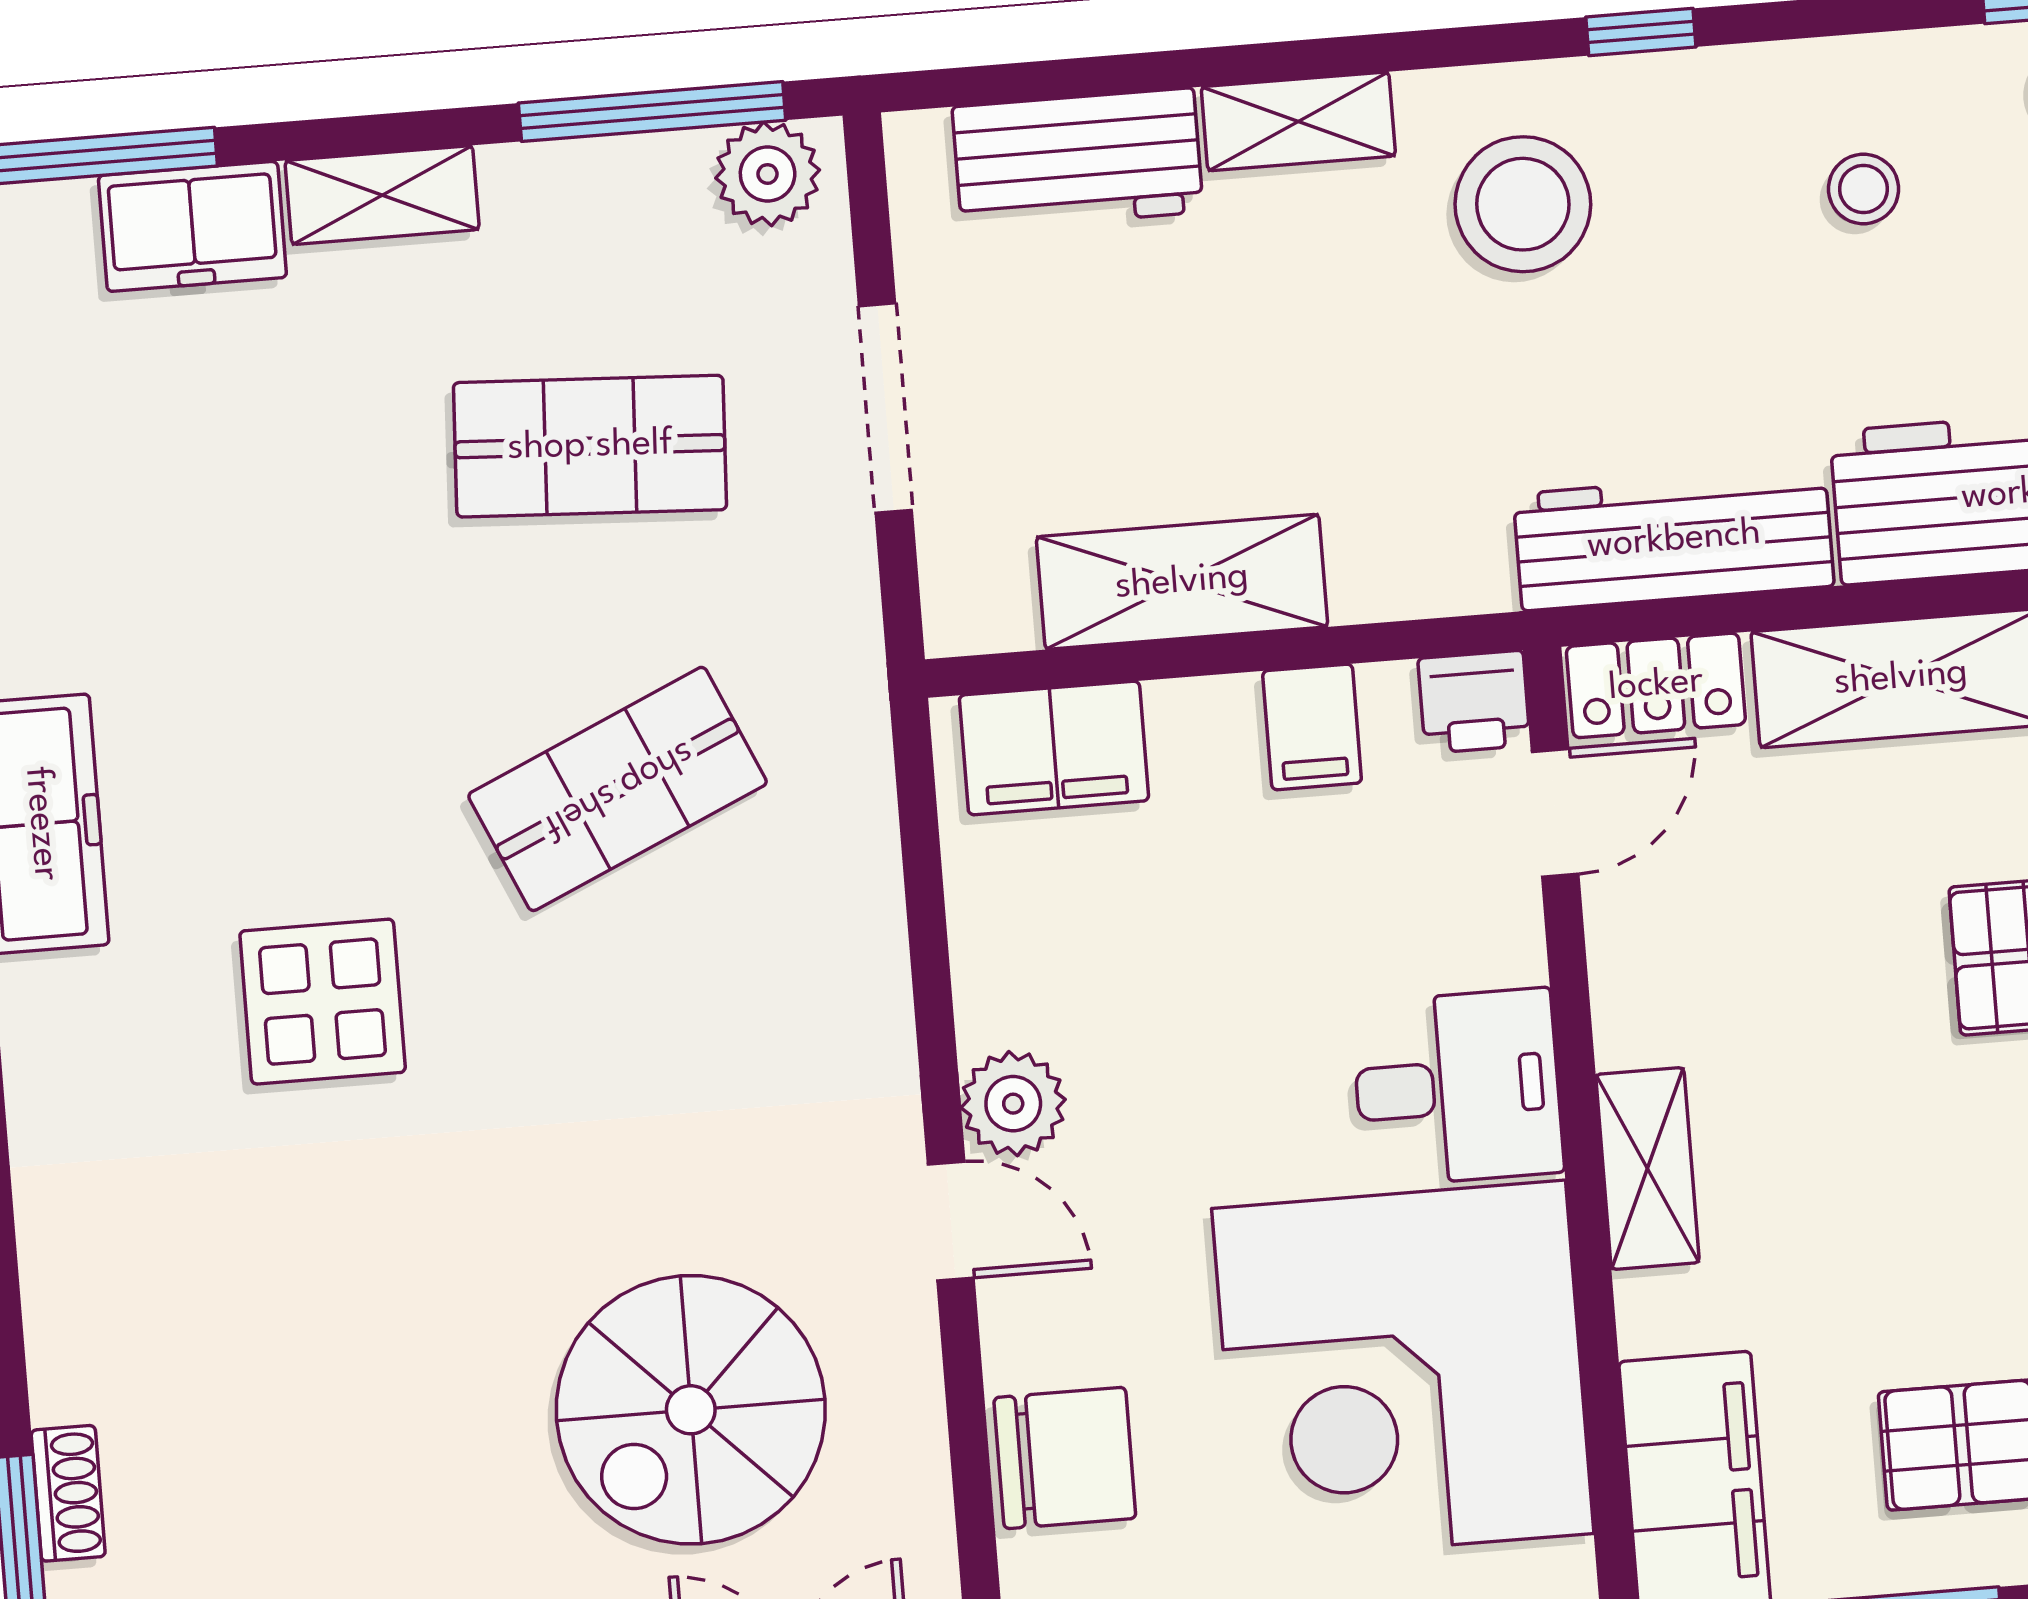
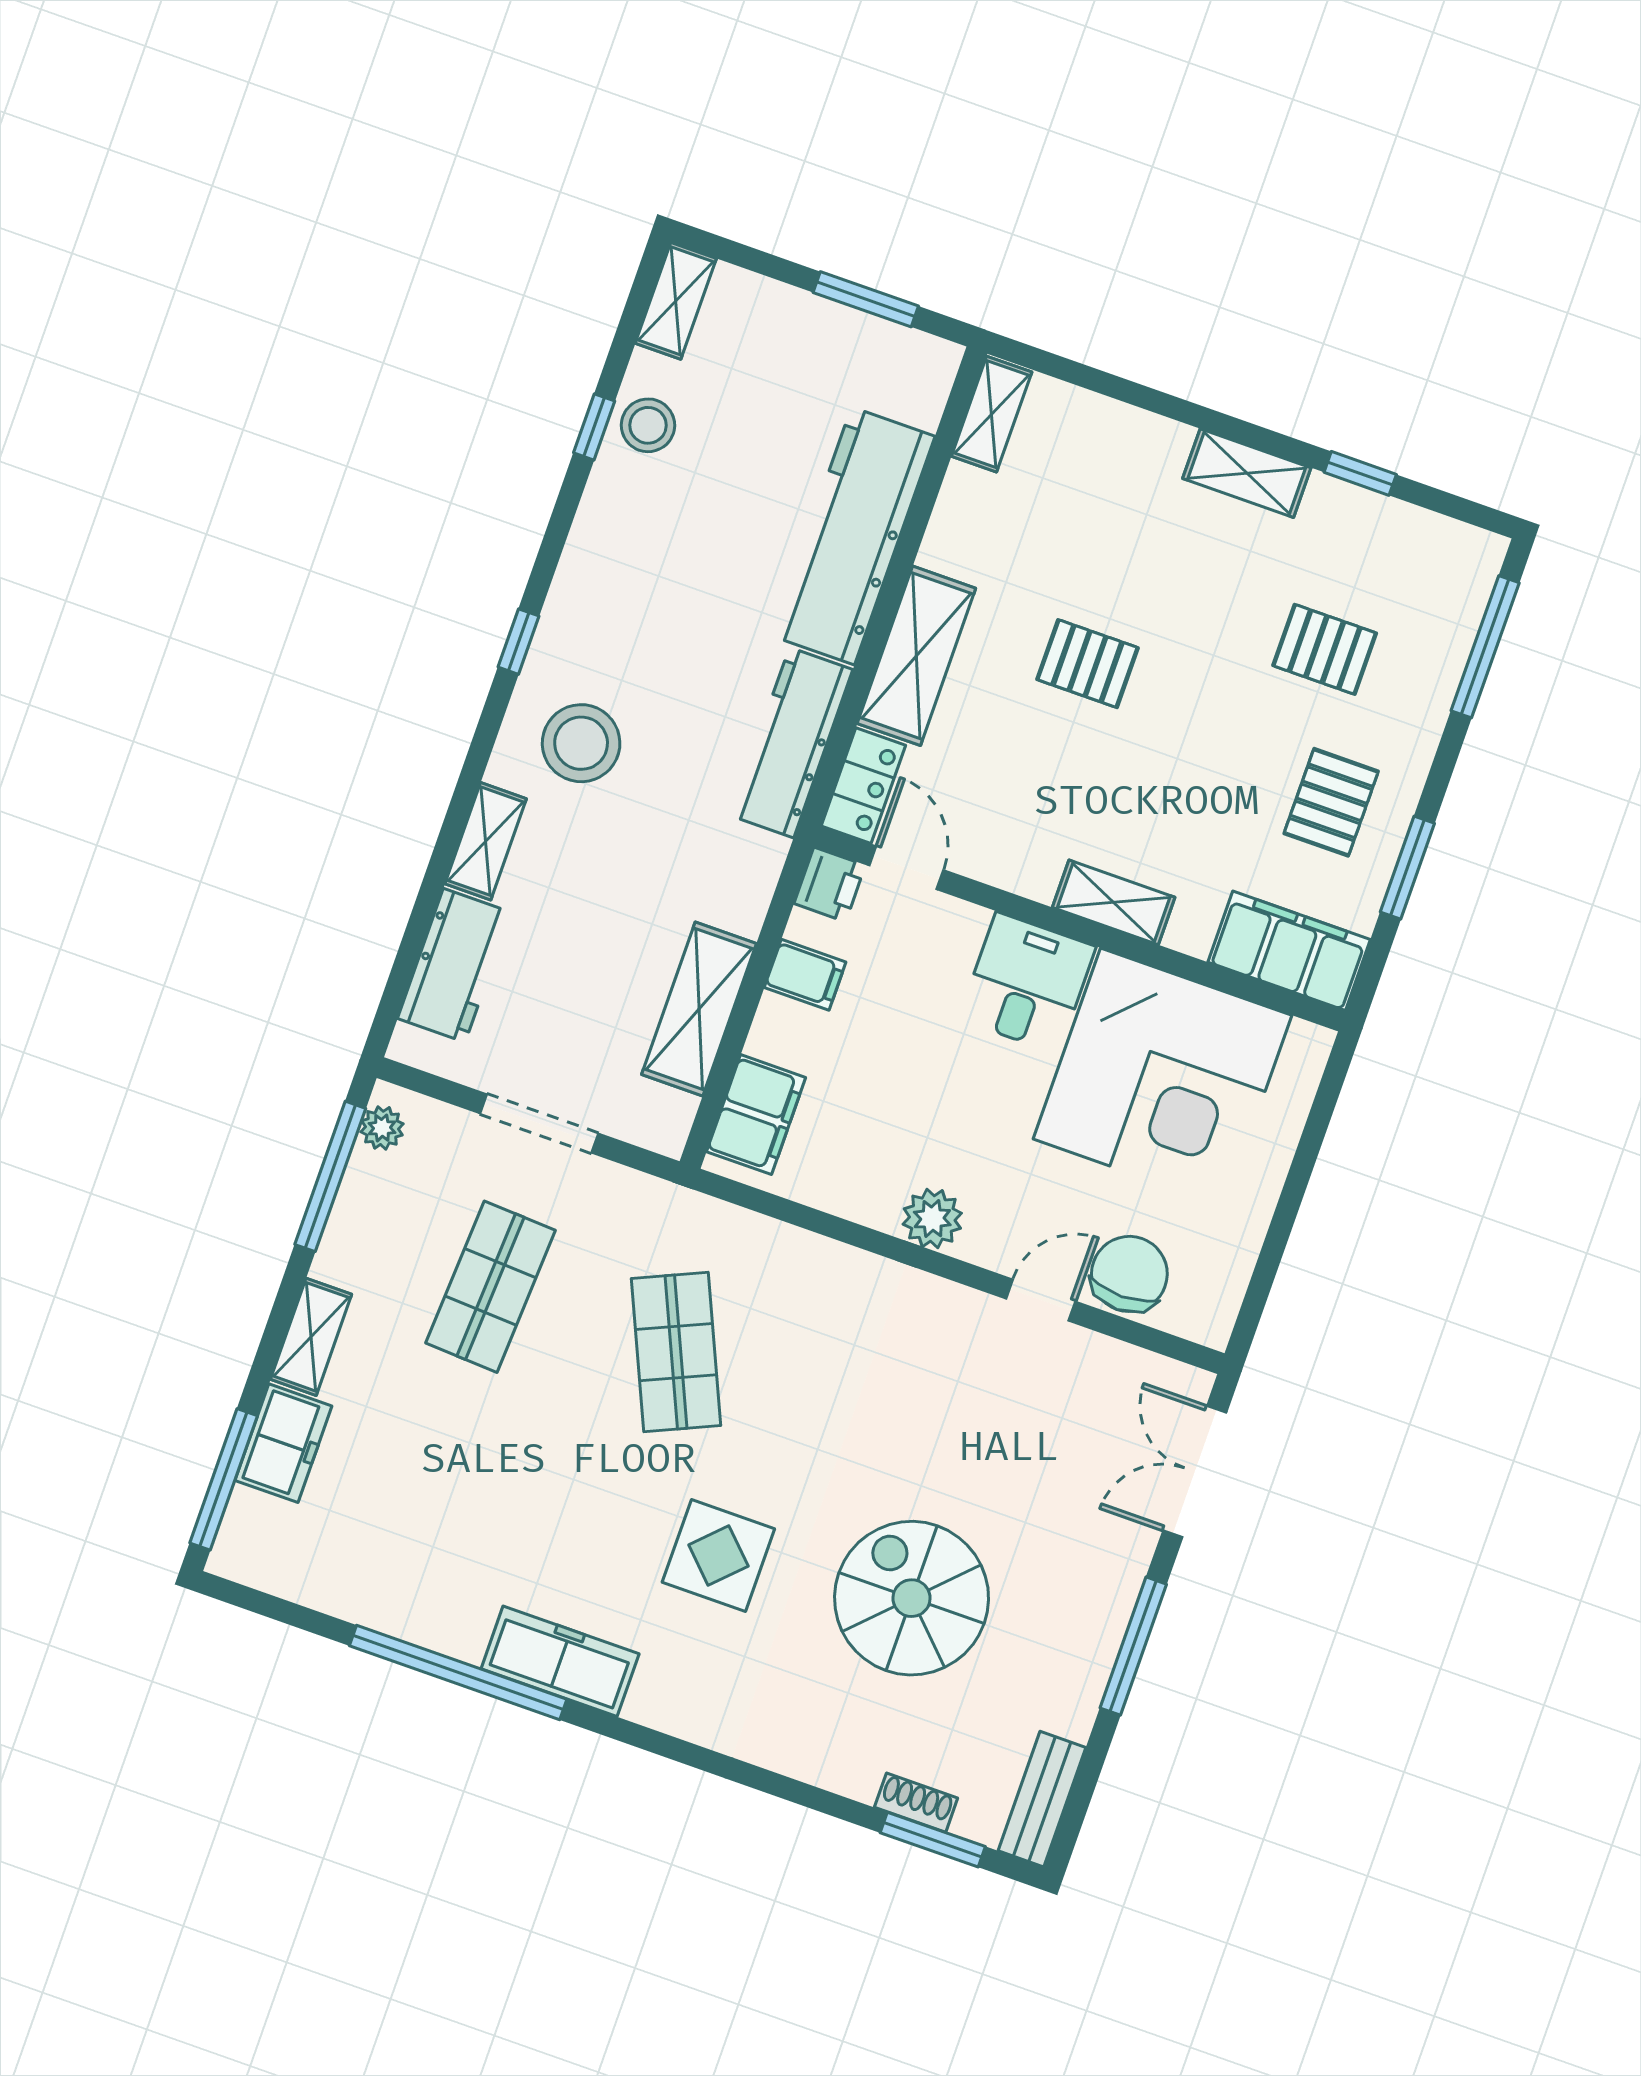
plant: (768, 174) -> (382, 1128), width x0.73, depth x0.73
stool: (1864, 189) -> (652, 562), removed
door: (951, 1221) -> (1041, 1300), moved
spiral stairs: (691, 1410) -> (912, 1598), moved, turned 180

